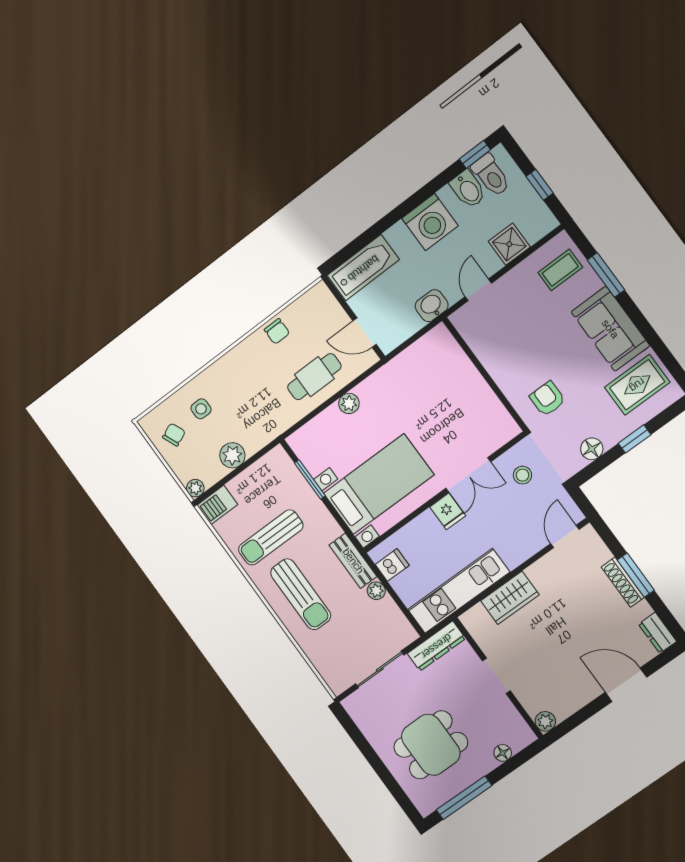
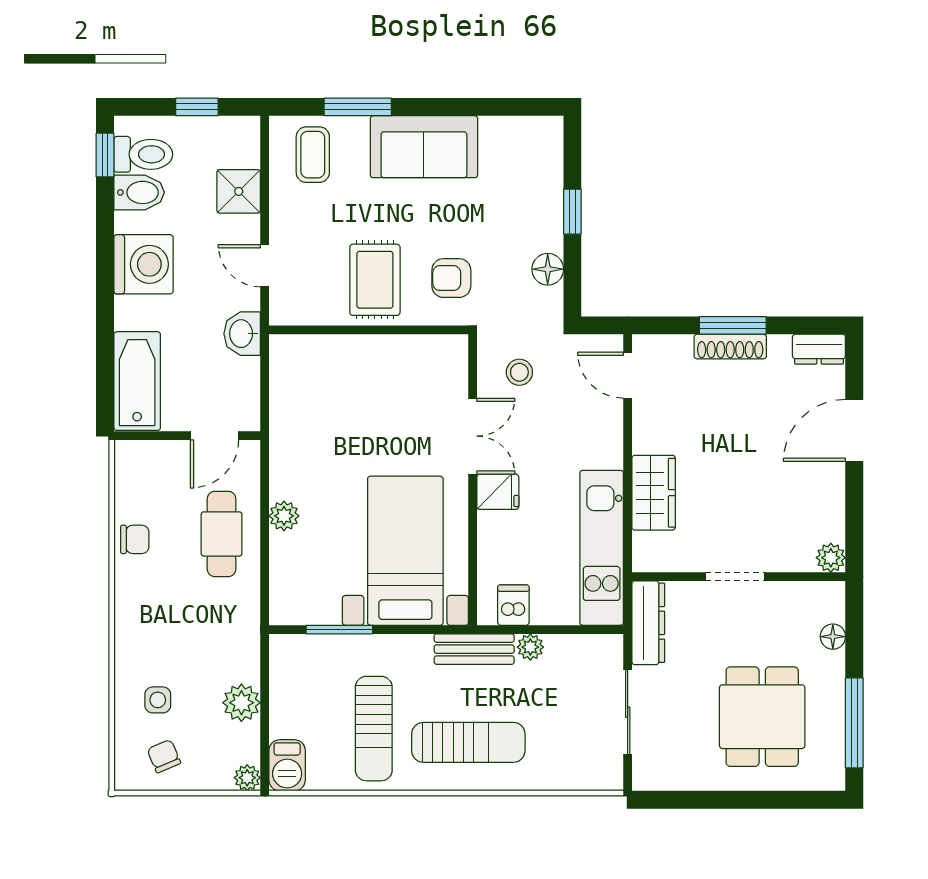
rug: (637, 385) -> (375, 280), moved

